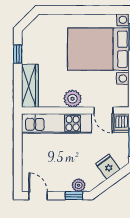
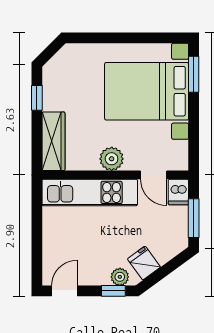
fridge: (108, 167) -> (144, 263), moved
door: (38, 196) -> (65, 291), hinge flipped

